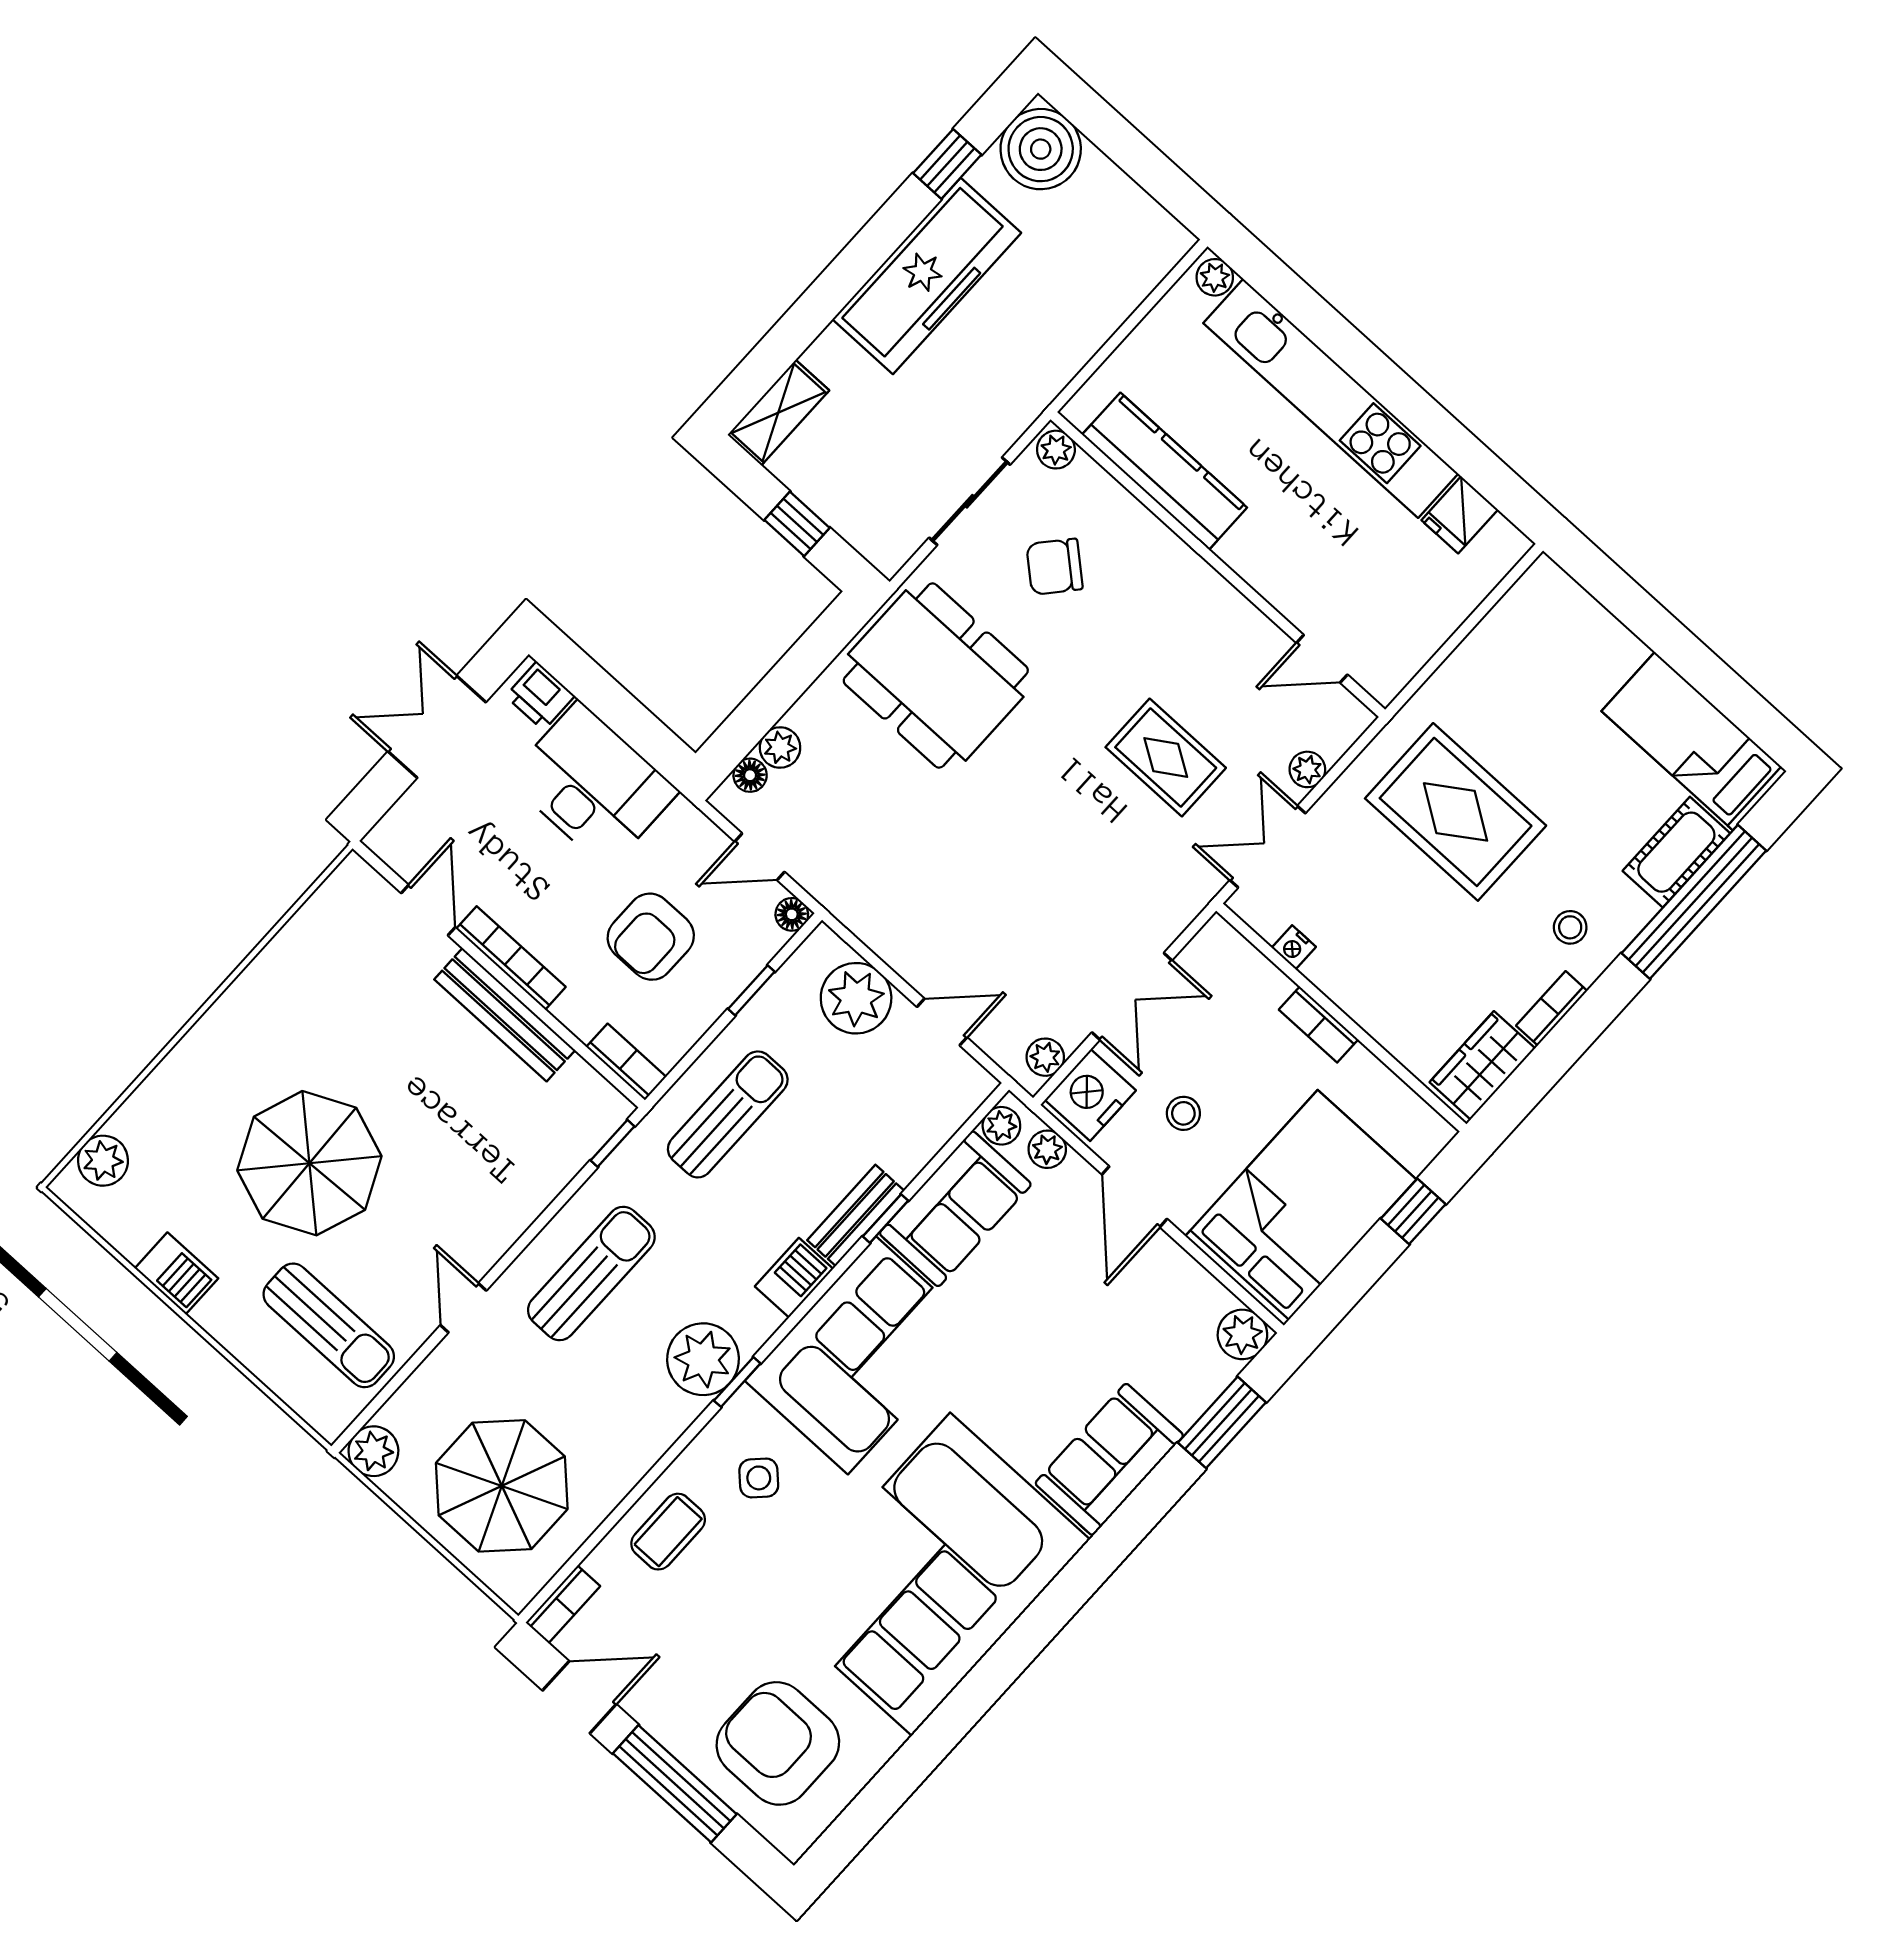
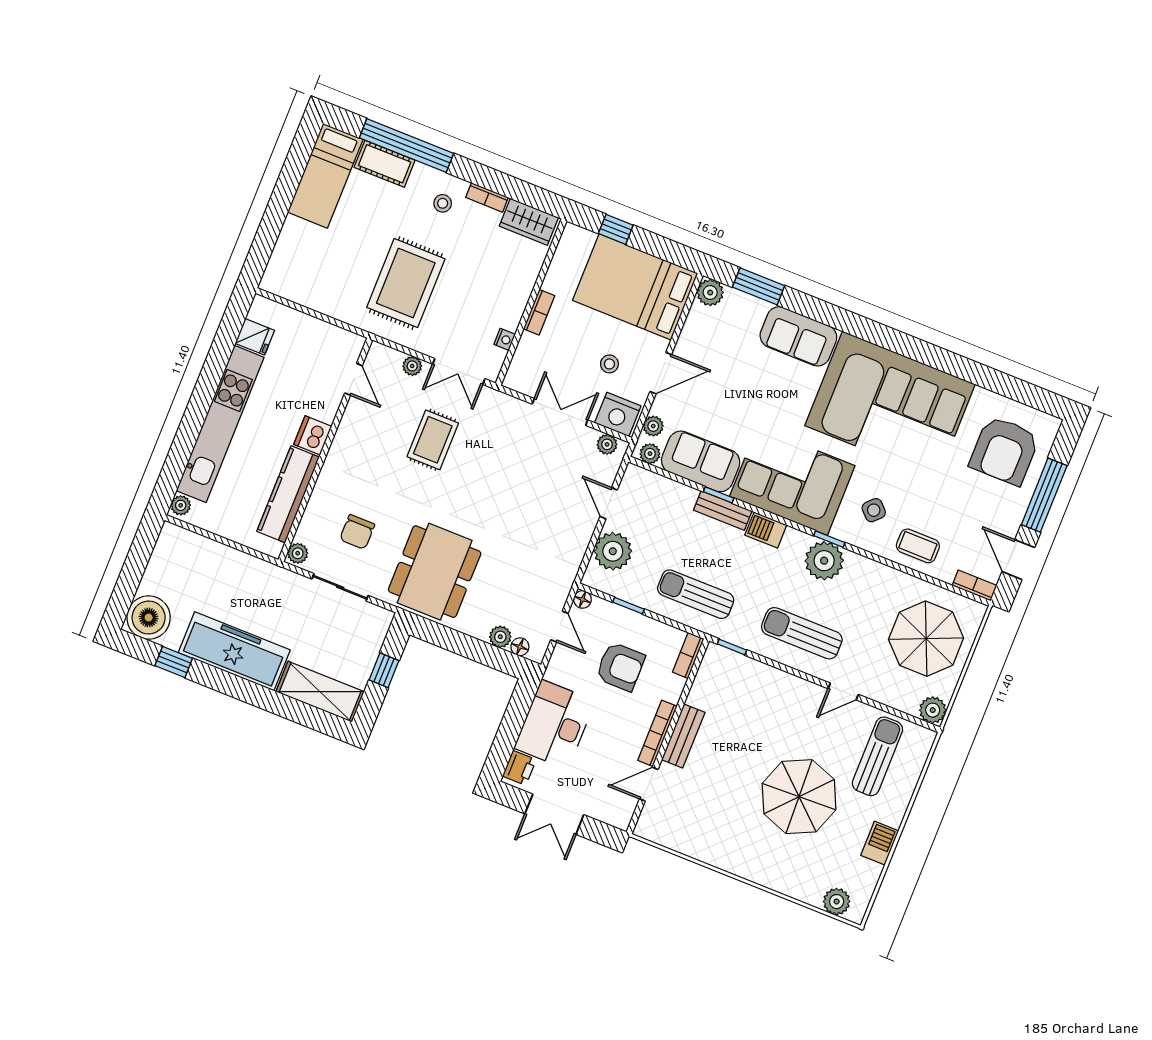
shelving: (778, 413) -> (320, 692), width x1.50, depth x1.33
dishwasher: (1251, 552) -> (313, 435), added
chair: (1055, 567) -> (357, 532), turned 49
bench: (505, 1015) -> (683, 736), width x0.73

